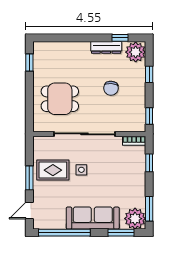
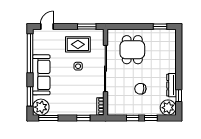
window: (149, 116) -> (133, 118), moved
rug: (53, 170) -> (78, 44), turned 90
window: (29, 178) -> (87, 27), moved
door: (29, 211) -> (47, 27), hinge flipped

